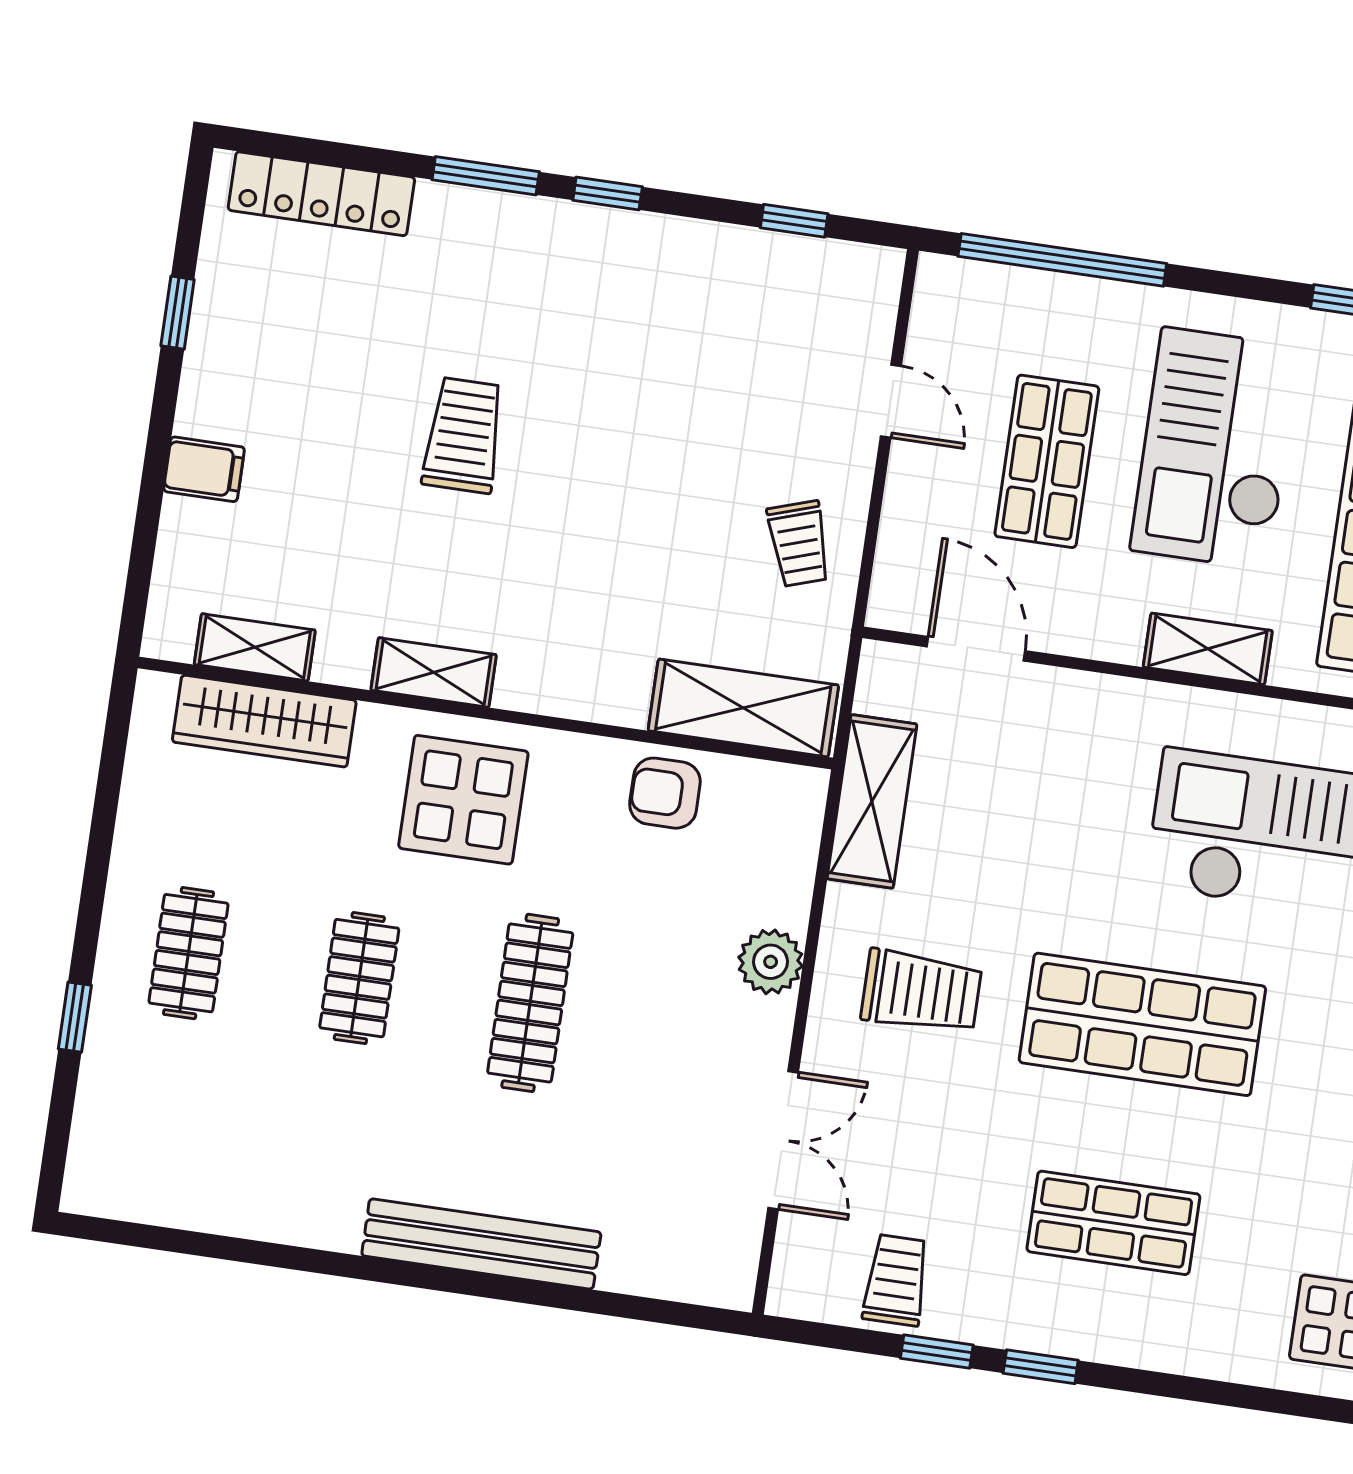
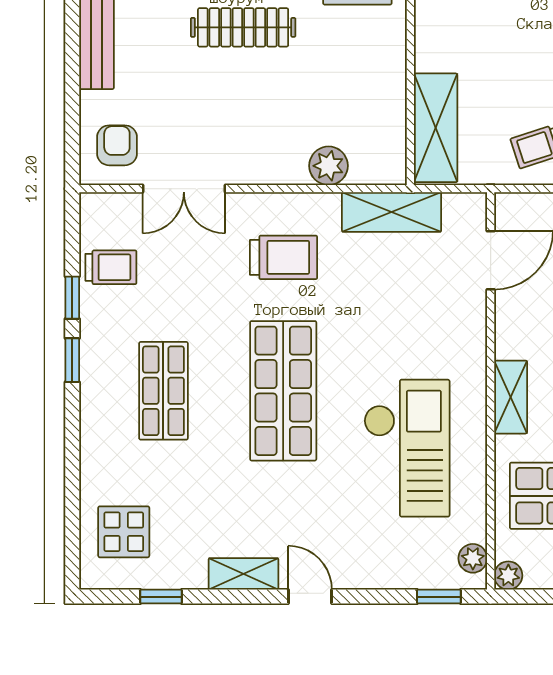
armchair: (665, 793) -> (117, 145), moved
plant: (771, 962) -> (329, 166), moved
trolley: (921, 992) -> (284, 257), turned -90

